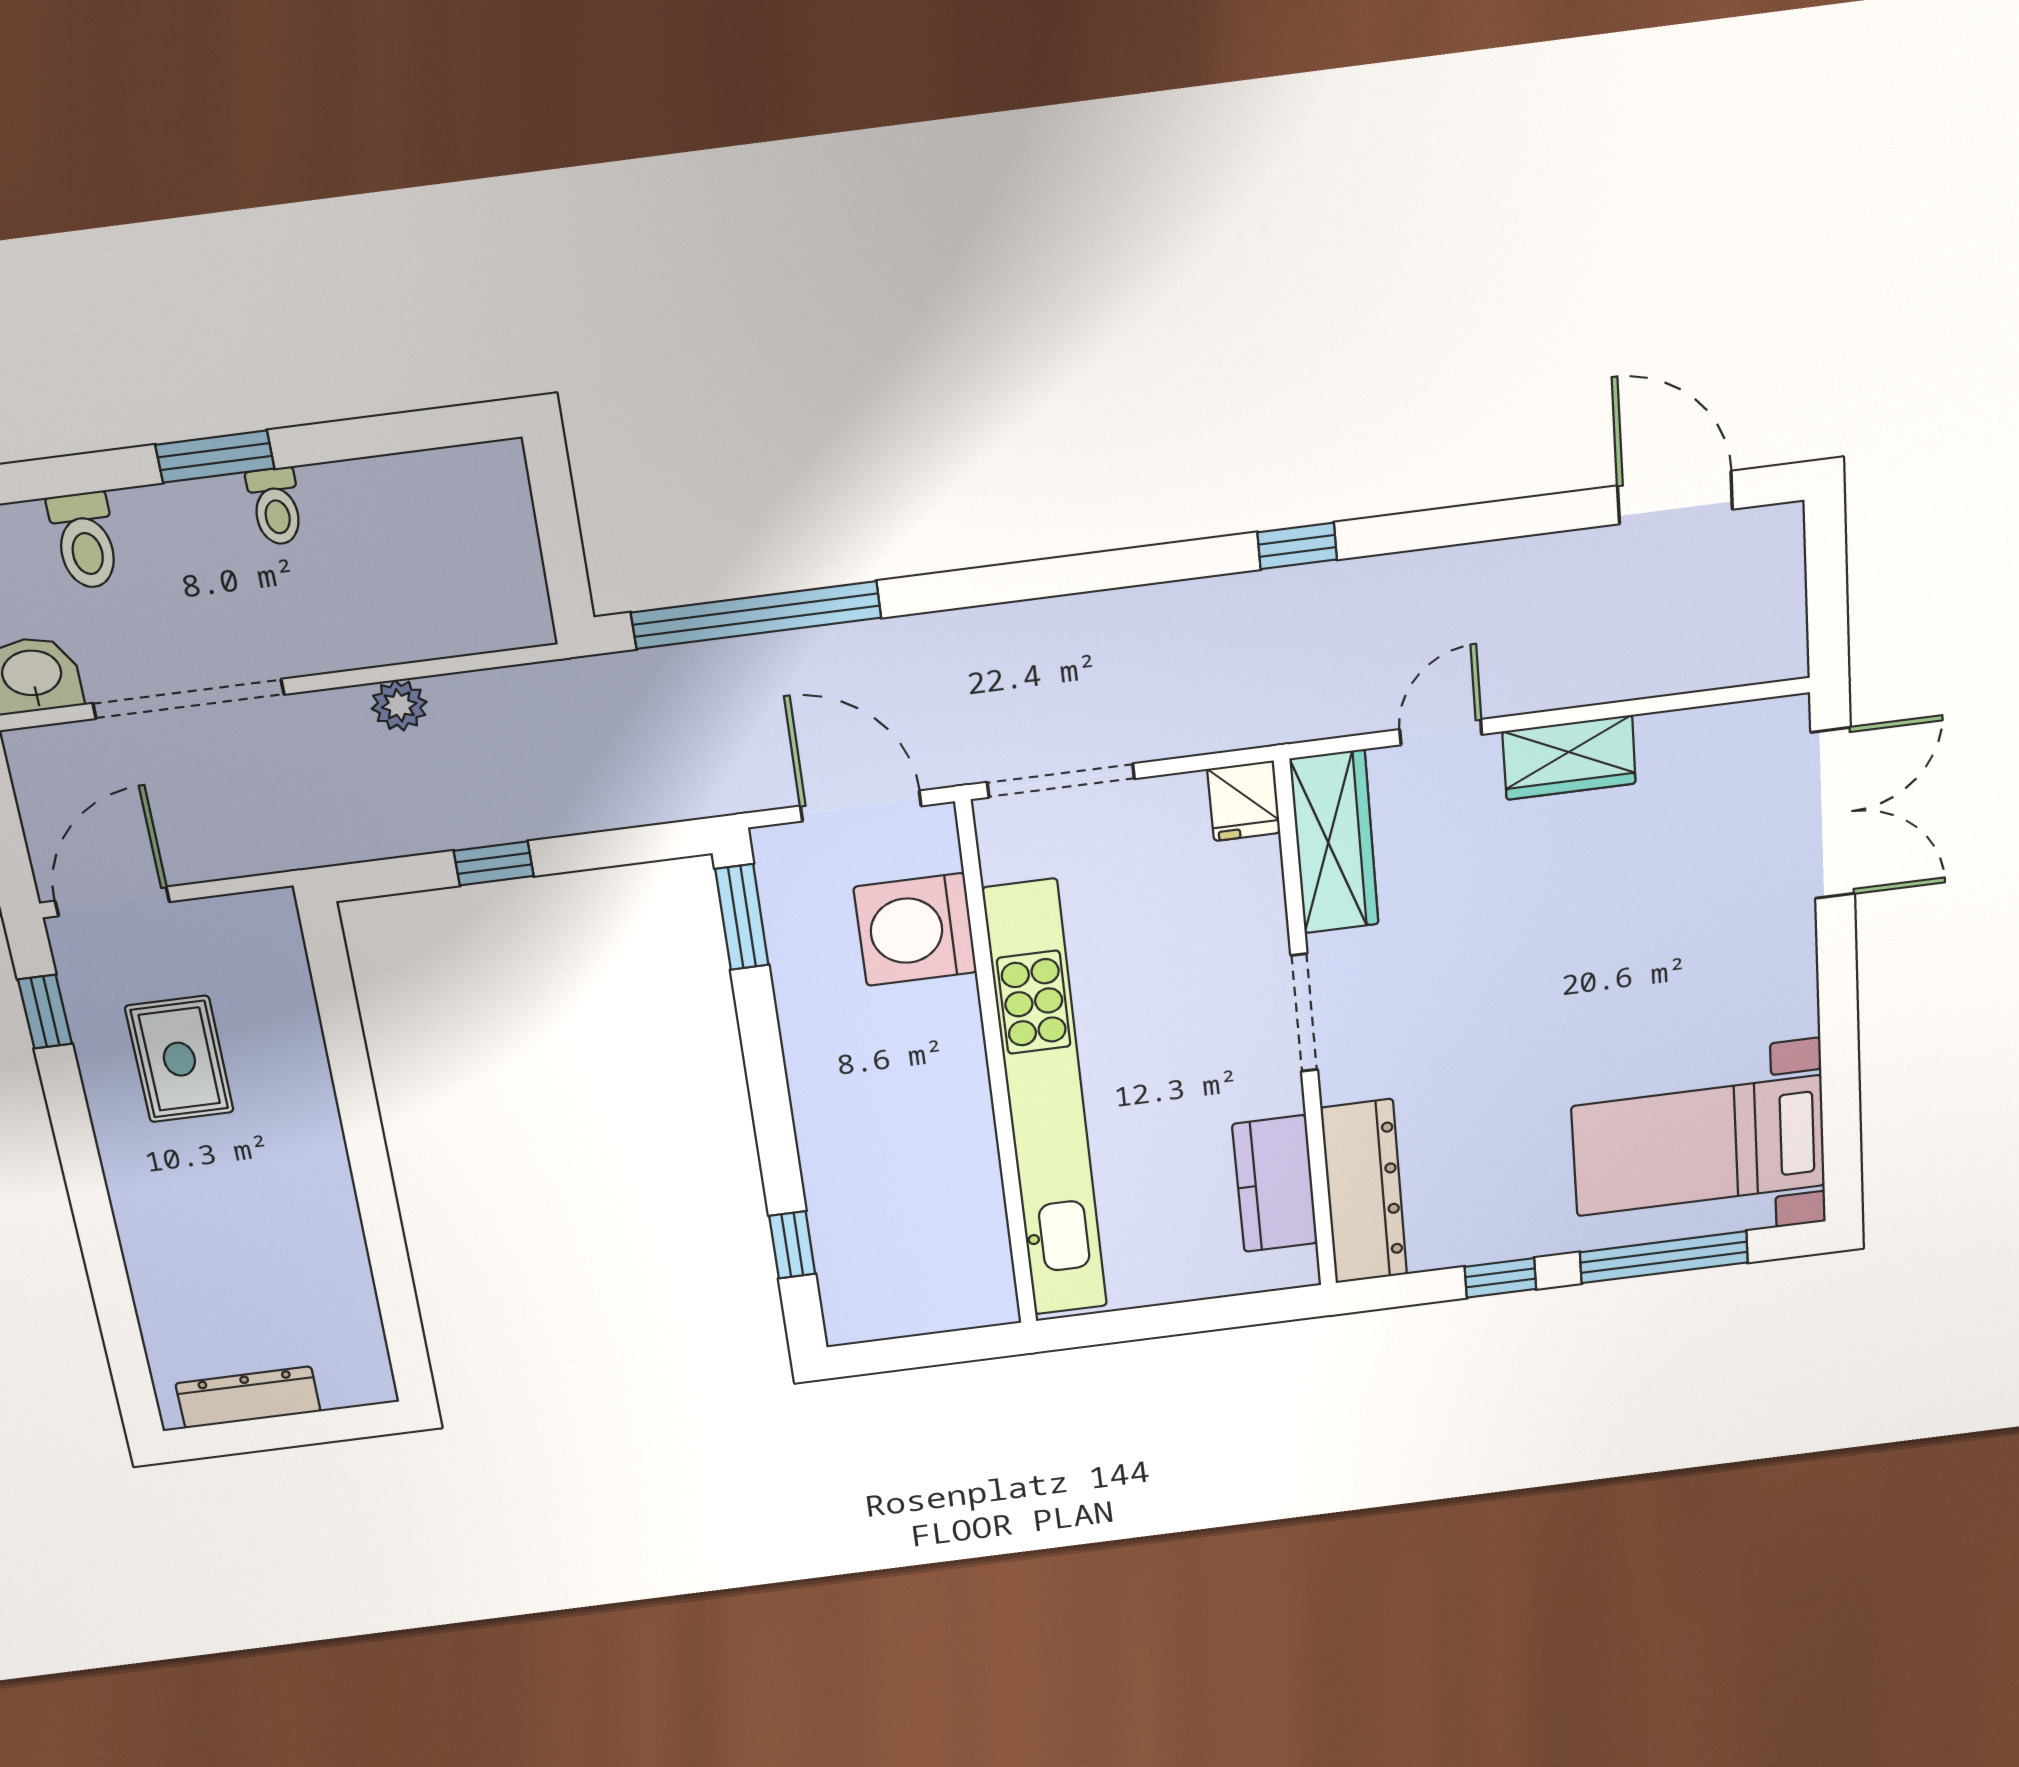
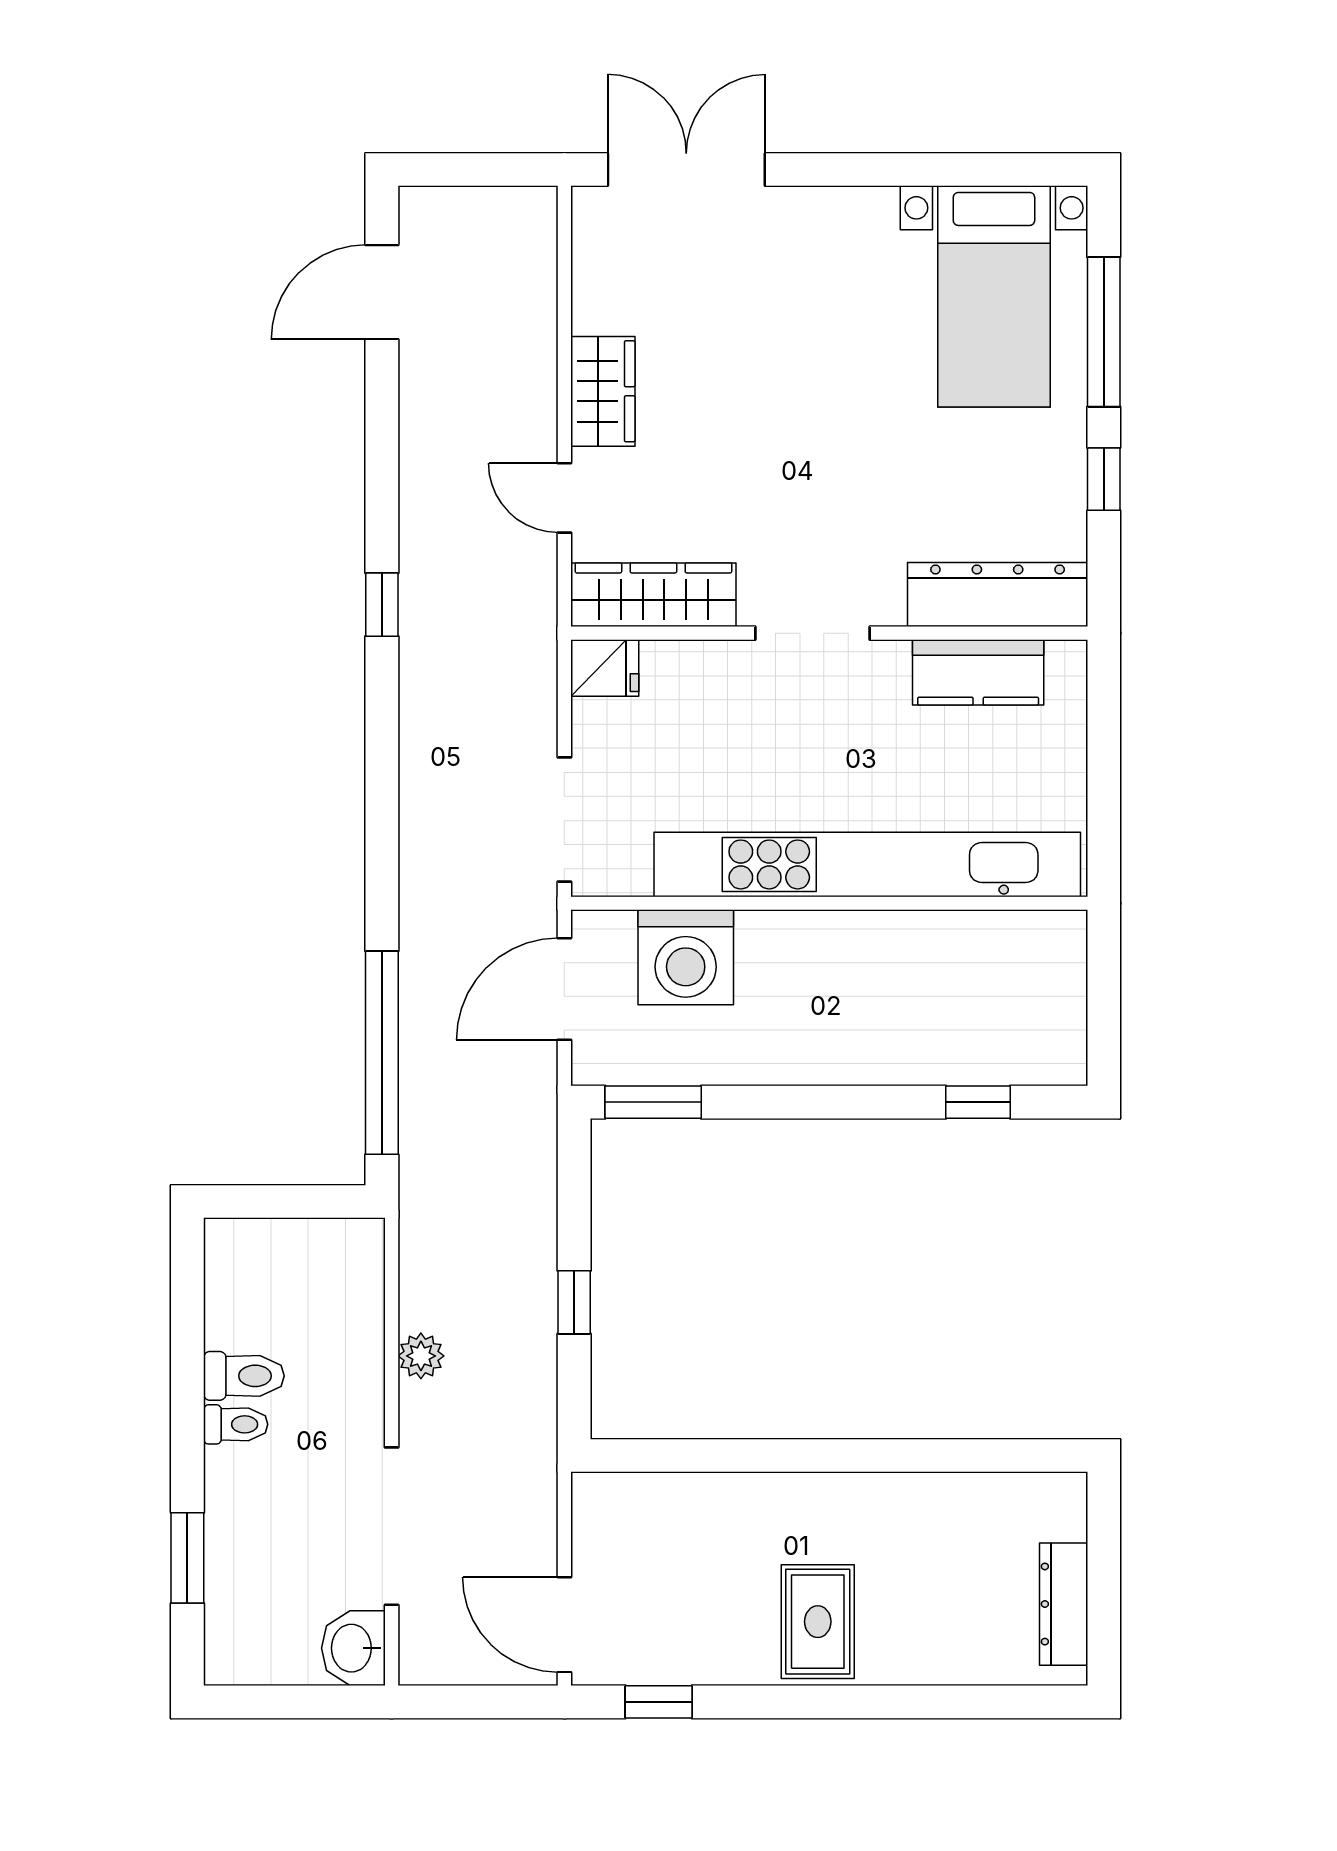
window: (215, 457) -> (187, 1558), moved
toilet: (85, 541) -> (244, 1376), moved
rug: (179, 1059) -> (818, 1622), moved, turned 90

